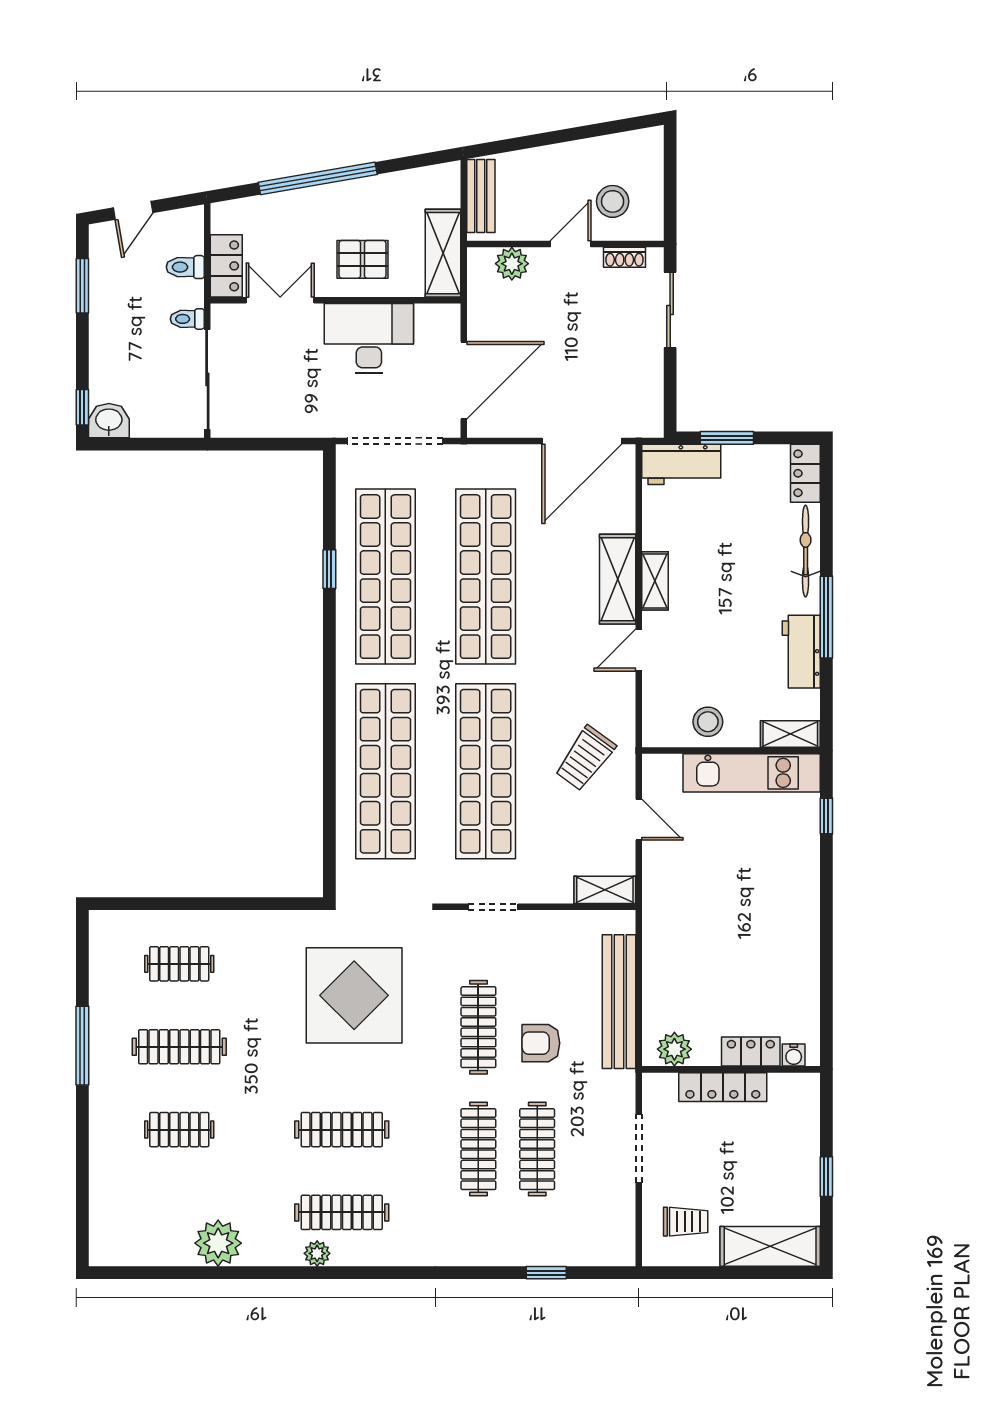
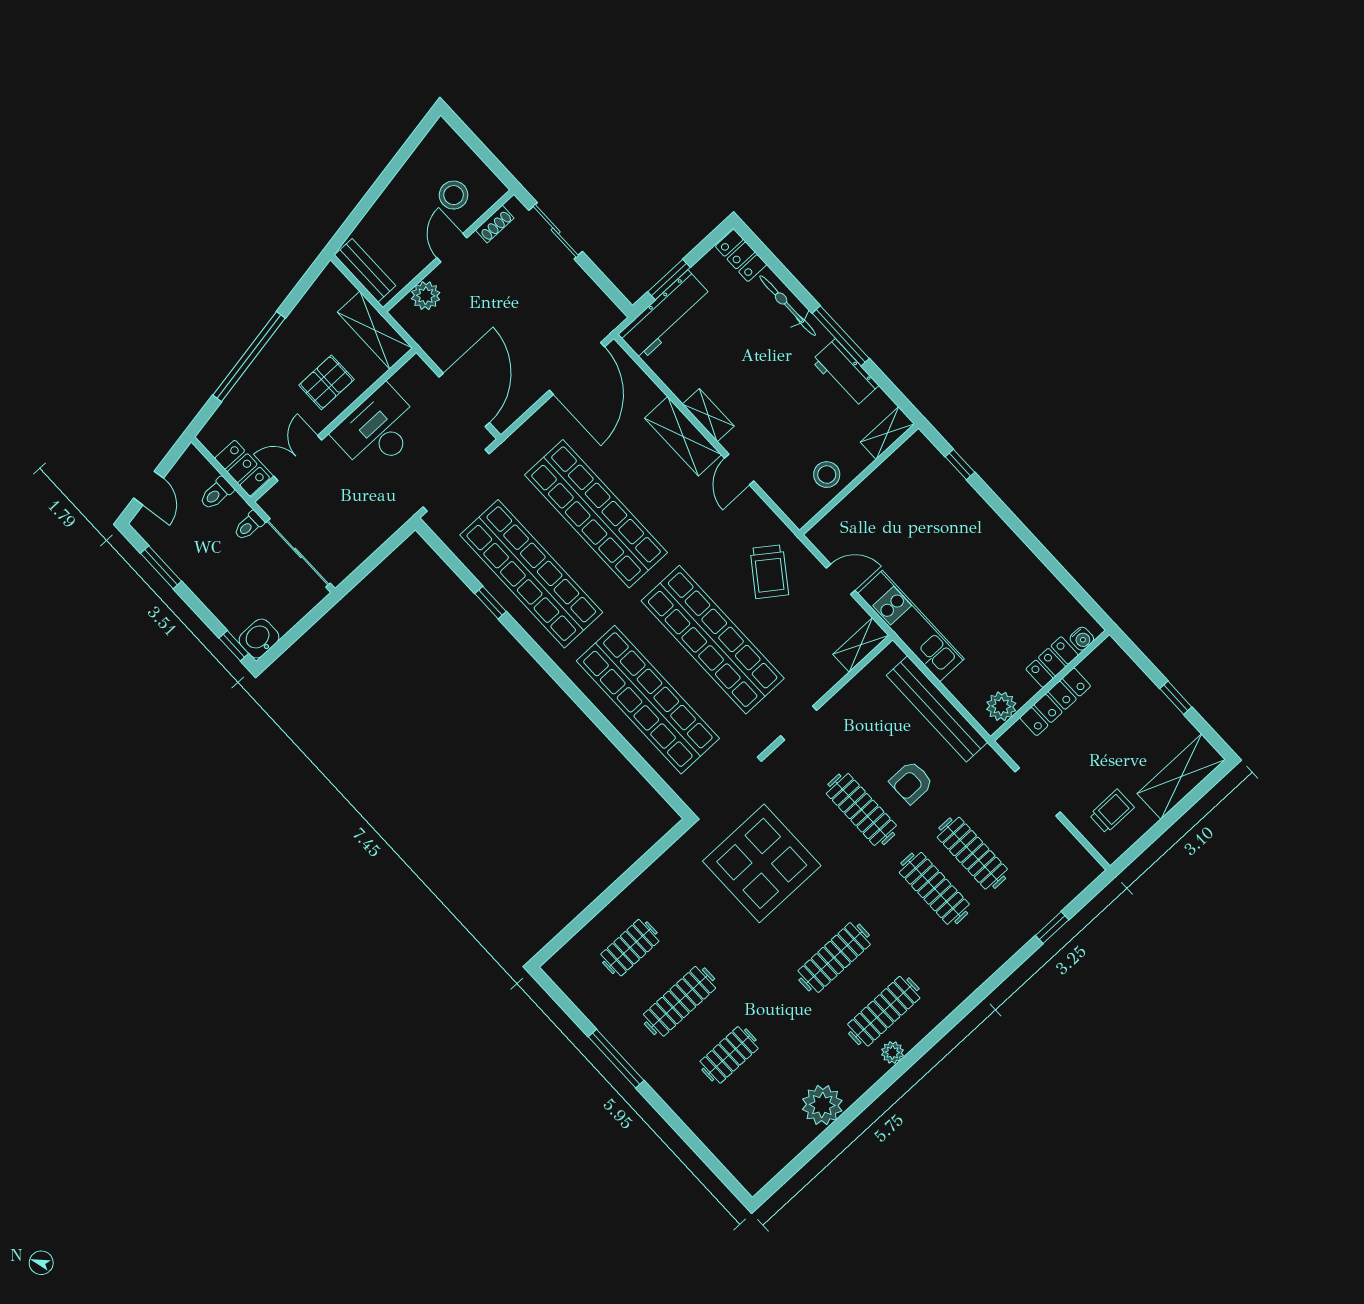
workbench: (681, 464) -> (665, 315), width x1.38
kitchen unit: (752, 773) -> (911, 626), moved, turned -90

